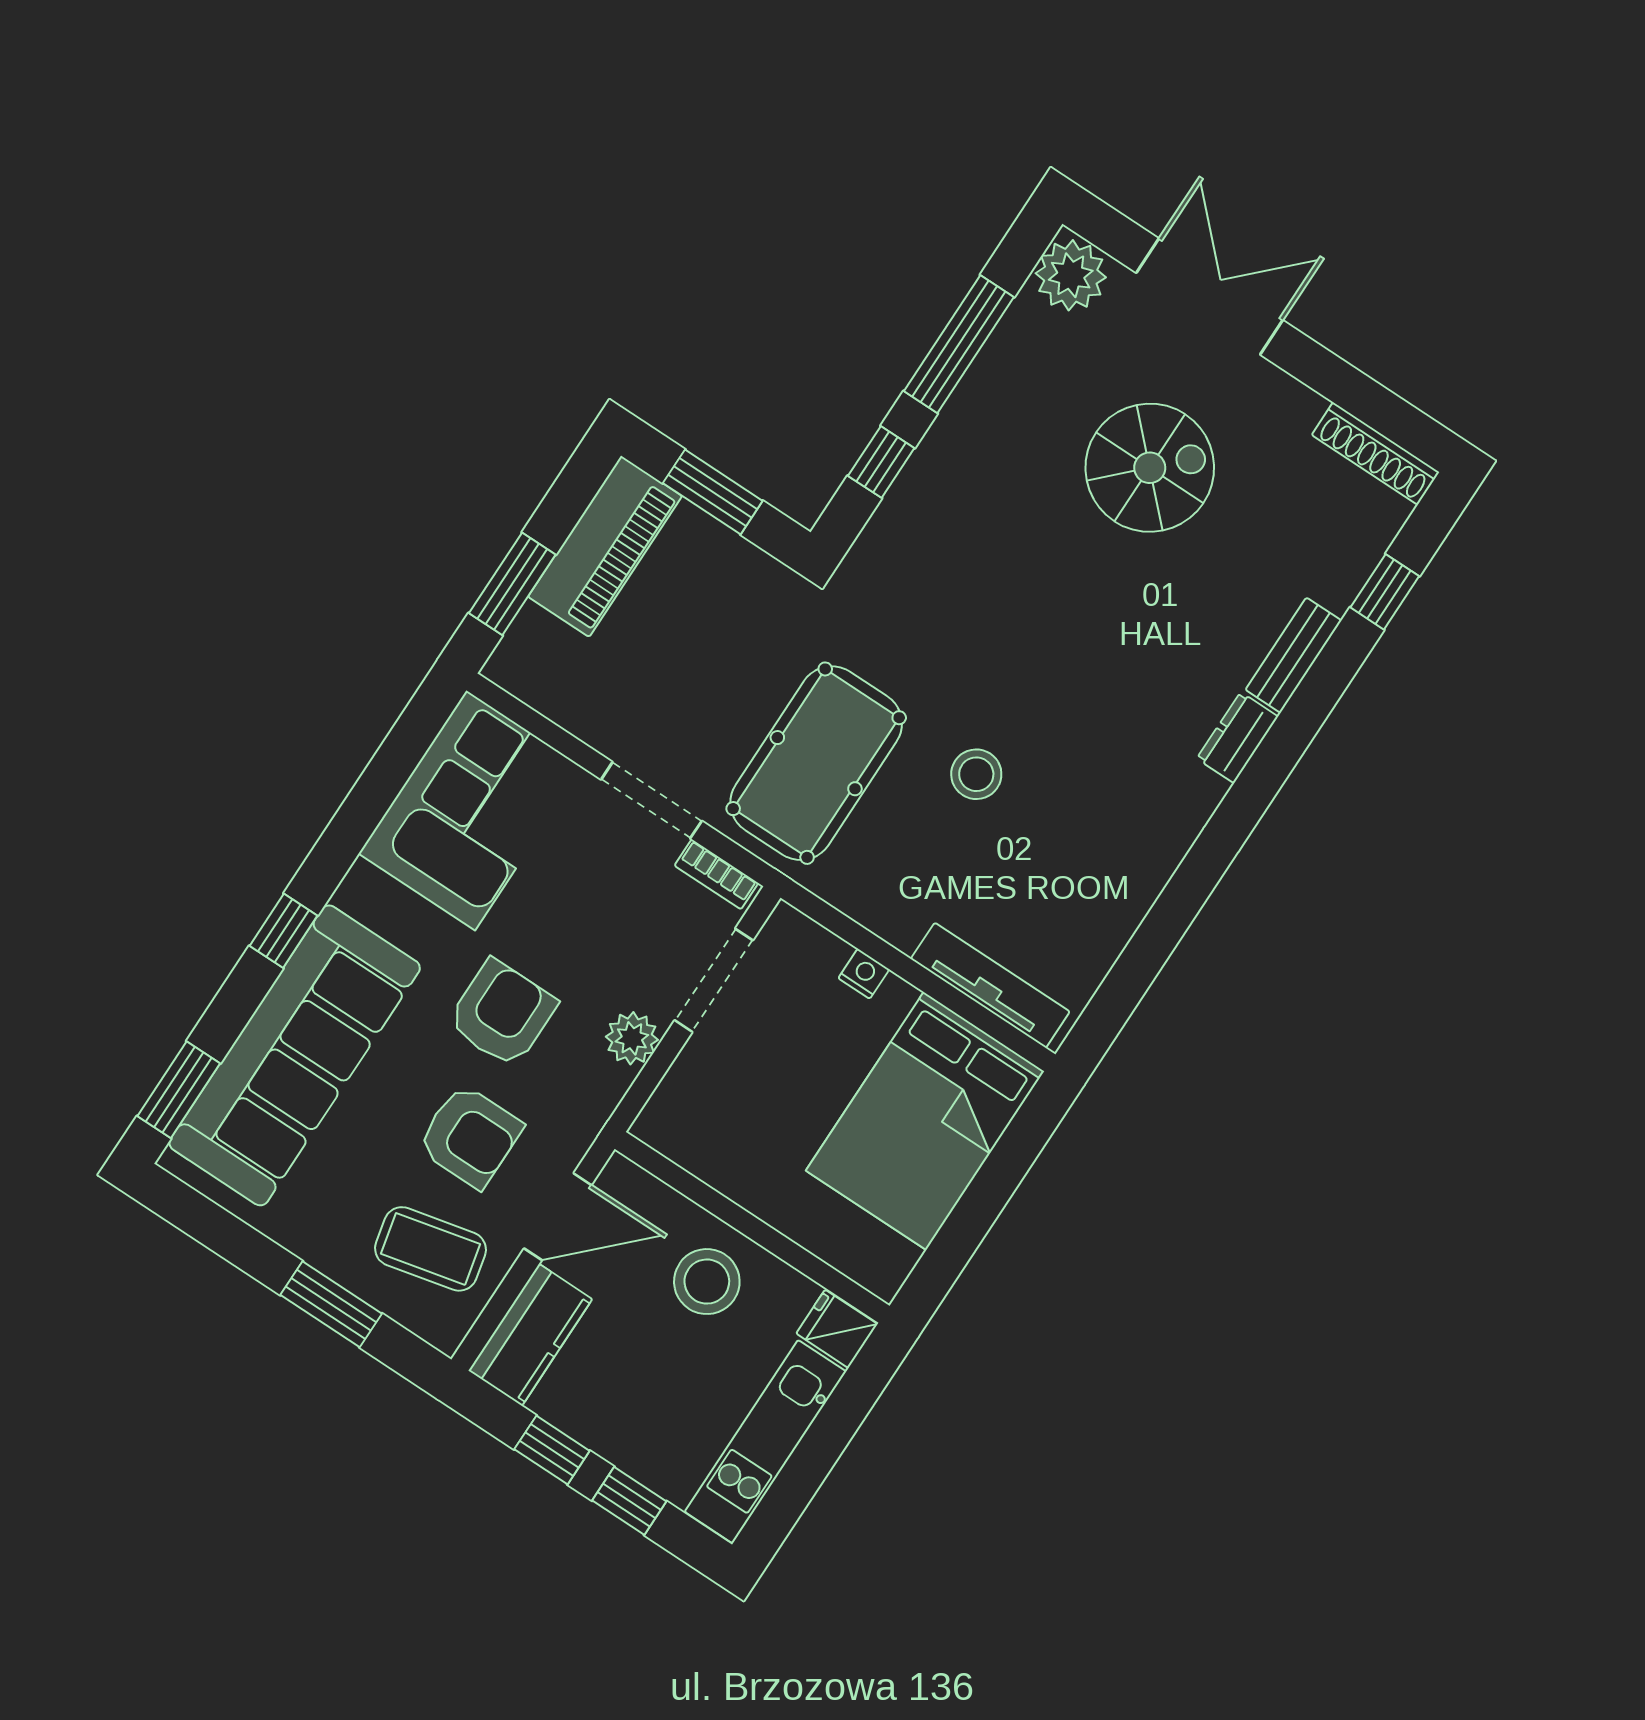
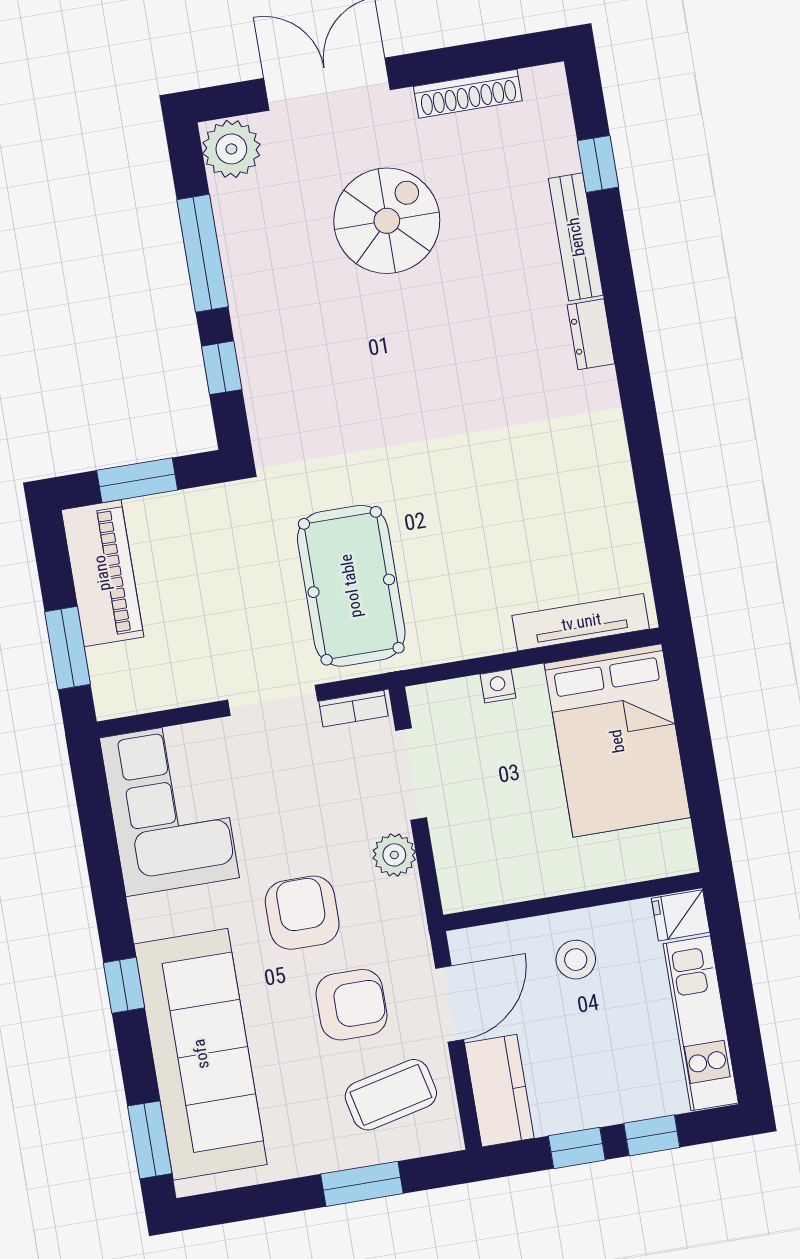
shoe rack: (1375, 454) -> (468, 94), moved
bench: (1293, 655) -> (576, 237), width x1.36
stool: (976, 774) -> (454, 503), removed
stool: (707, 1282) -> (576, 960), width x0.73, depth x0.73

